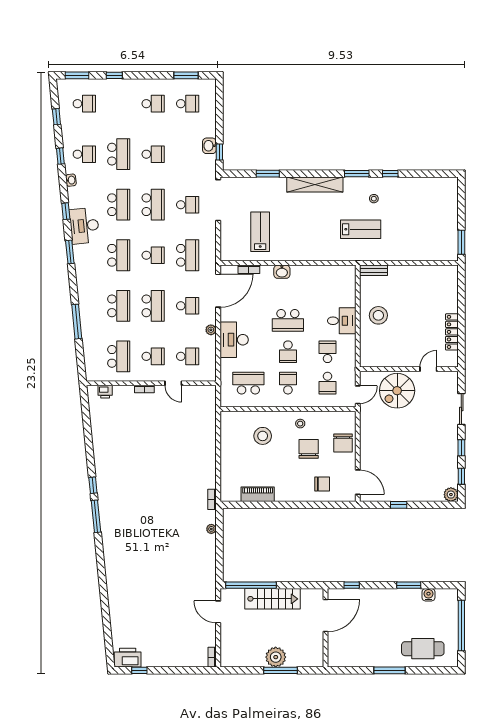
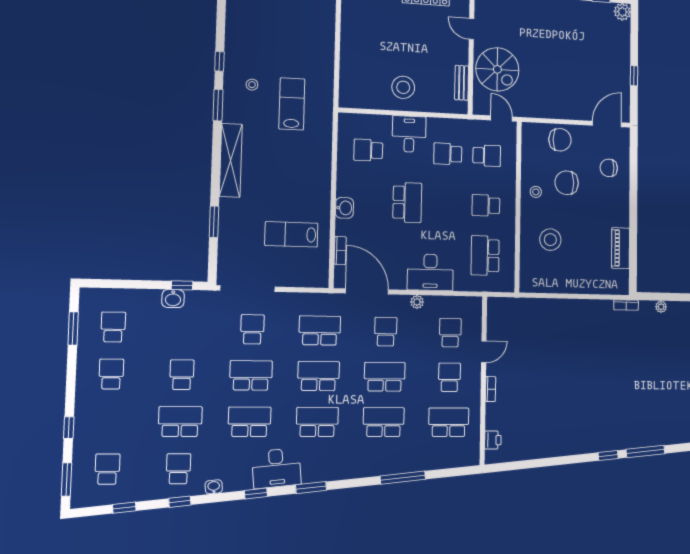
school desk: (153, 255) -> (318, 376), width x1.85
bench: (374, 270) -> (462, 83), moved
school desk: (288, 352) -> (368, 150), moved, turned 180
chair: (322, 484) -> (609, 168), turned -90

